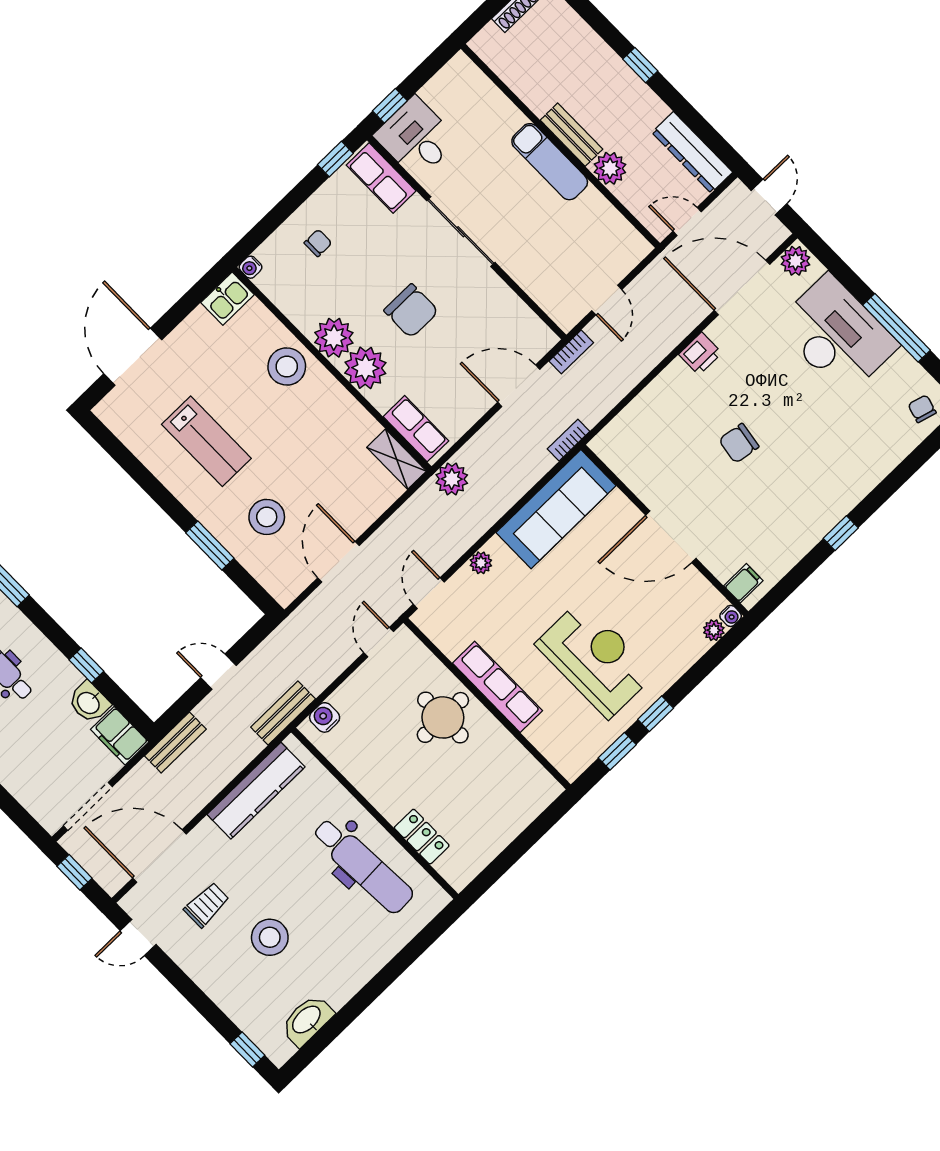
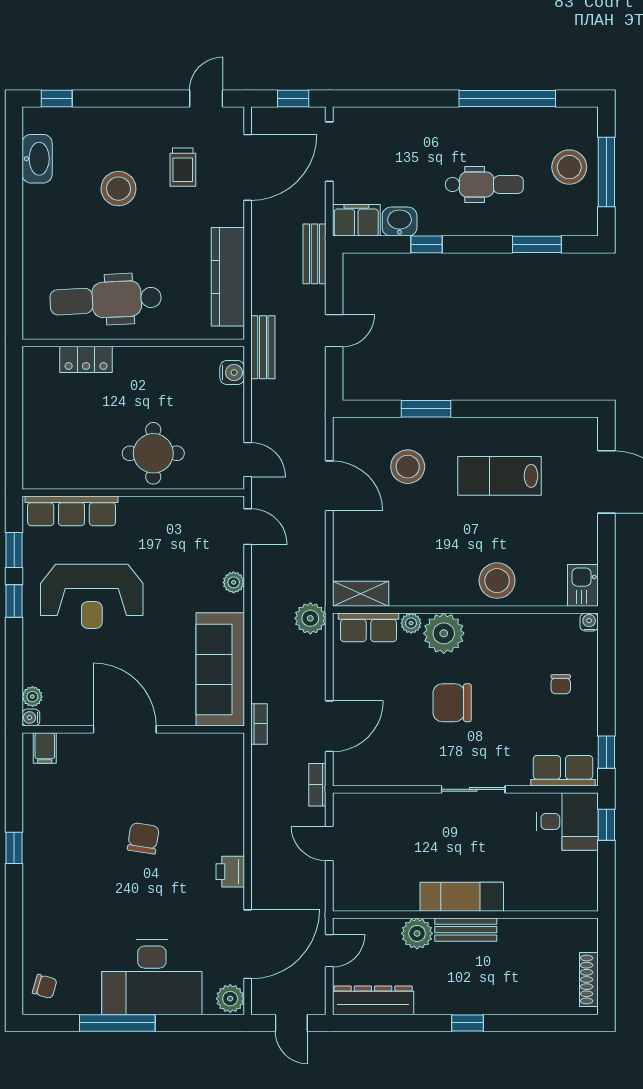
sliding door: (461, 232) -> (473, 789), width x0.73
plant: (334, 338) -> (411, 623), moved, width x0.53, depth x0.53
door: (671, 537) -> (125, 729), hinge flipped
row of seats: (497, 687) -> (71, 511), moved

